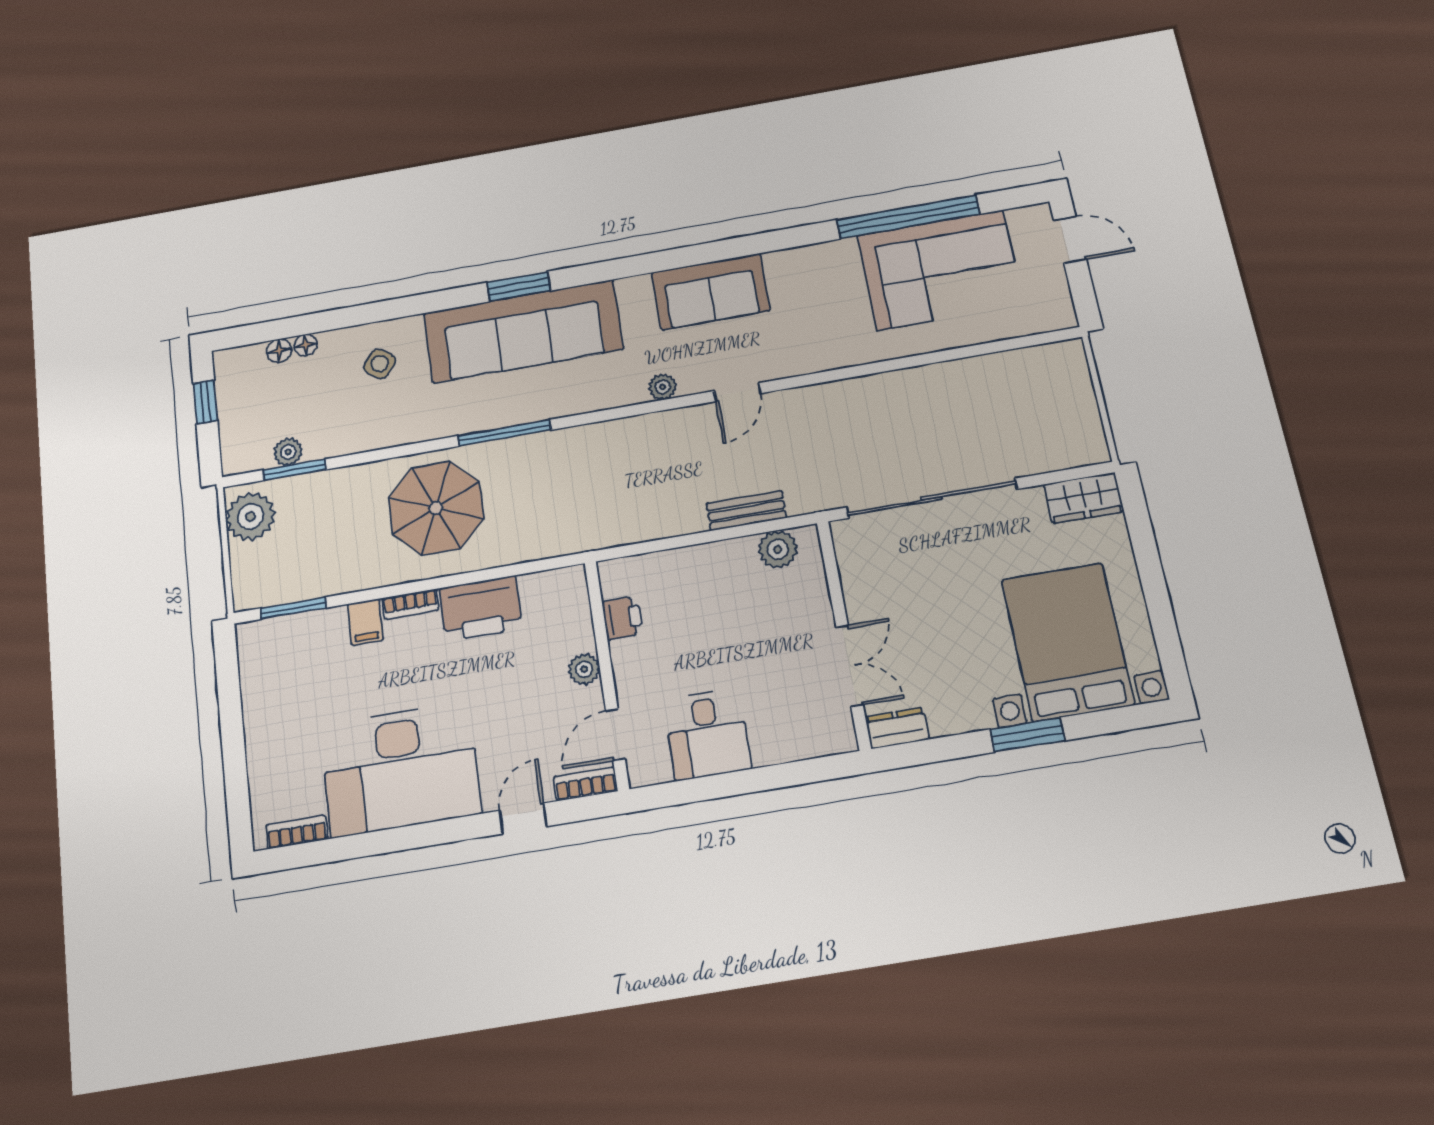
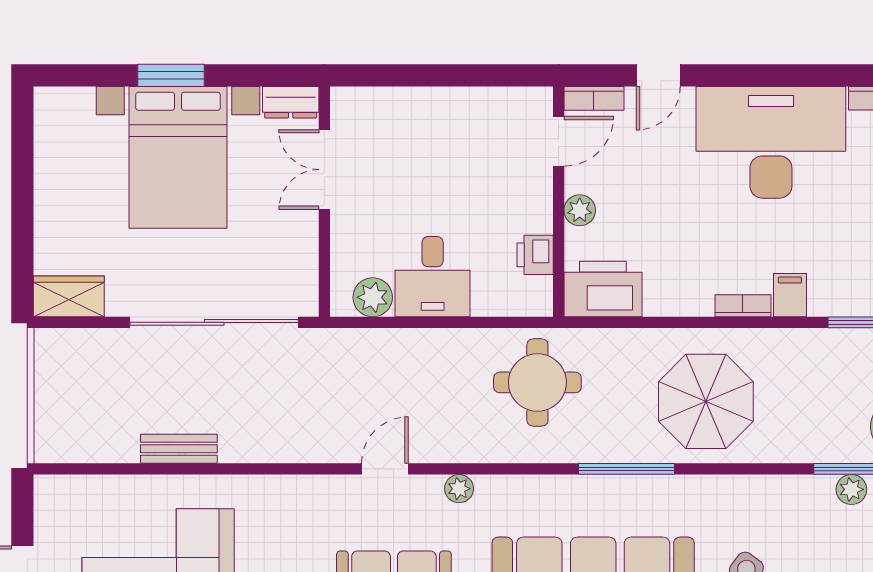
round table: (602, 497) -> (537, 382), added
bench: (746, 511) -> (179, 449), moved
printer: (481, 608) -> (603, 289), moved
bed with nightstands: (1068, 642) -> (178, 157), moved
desk: (707, 734) -> (433, 277), moved, turned 180

